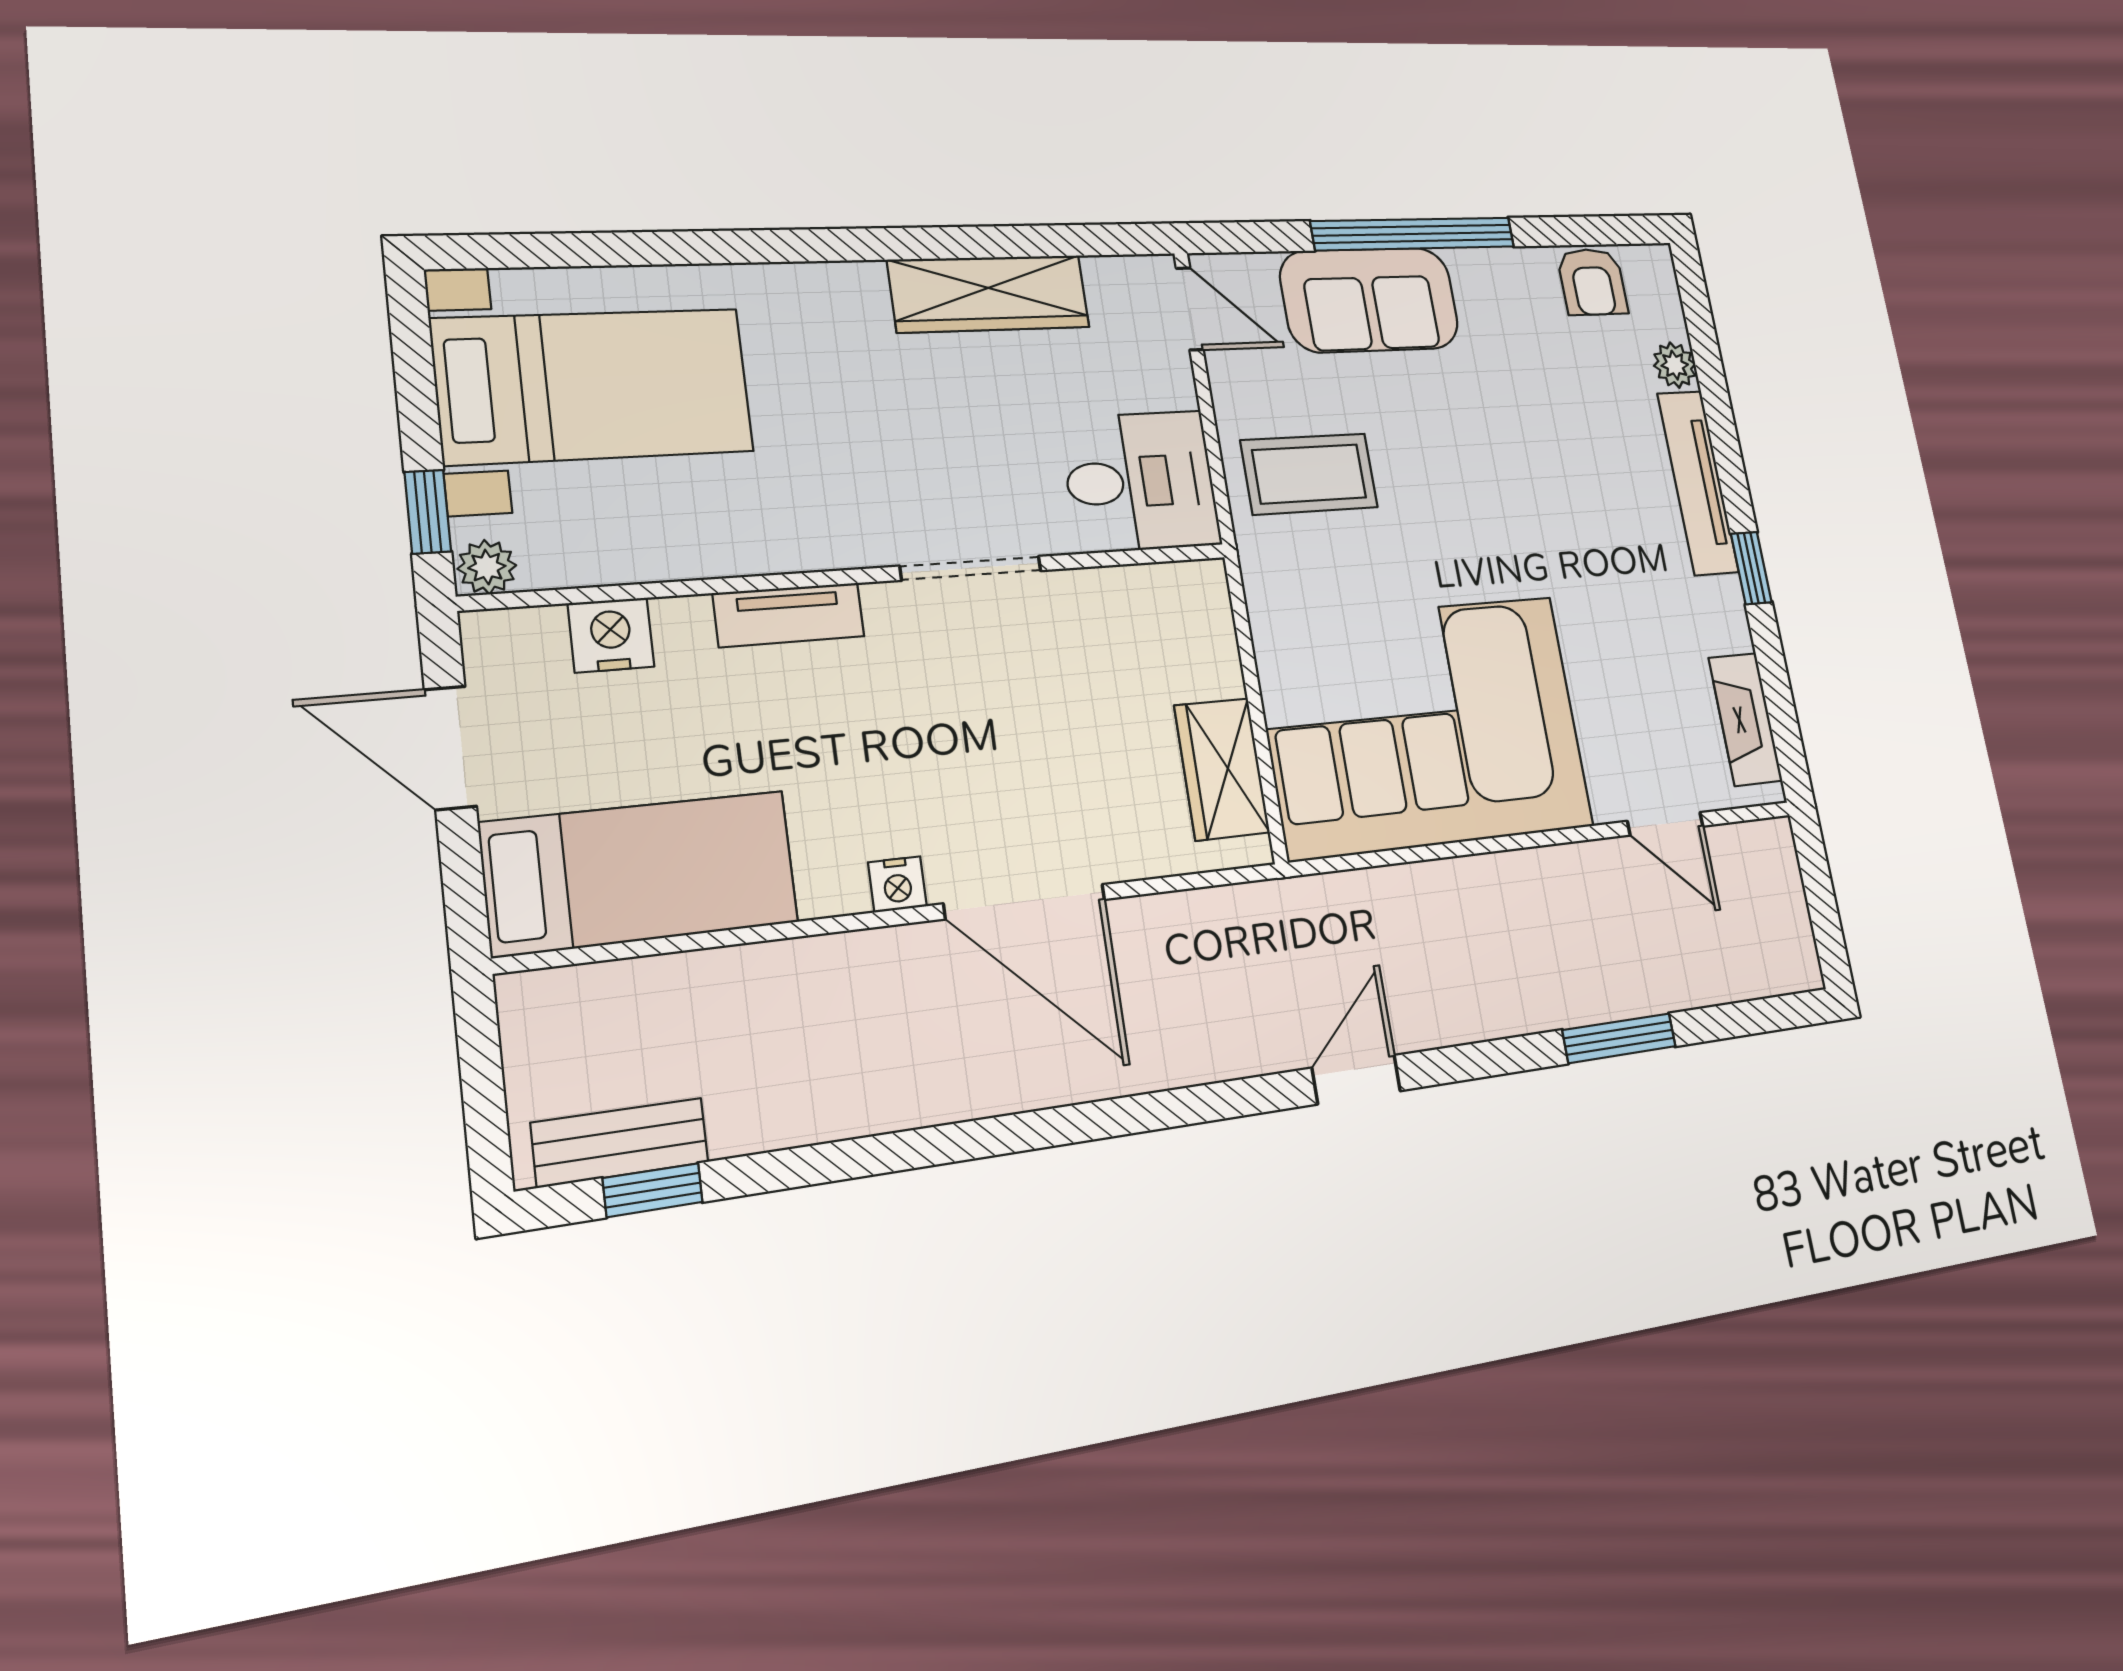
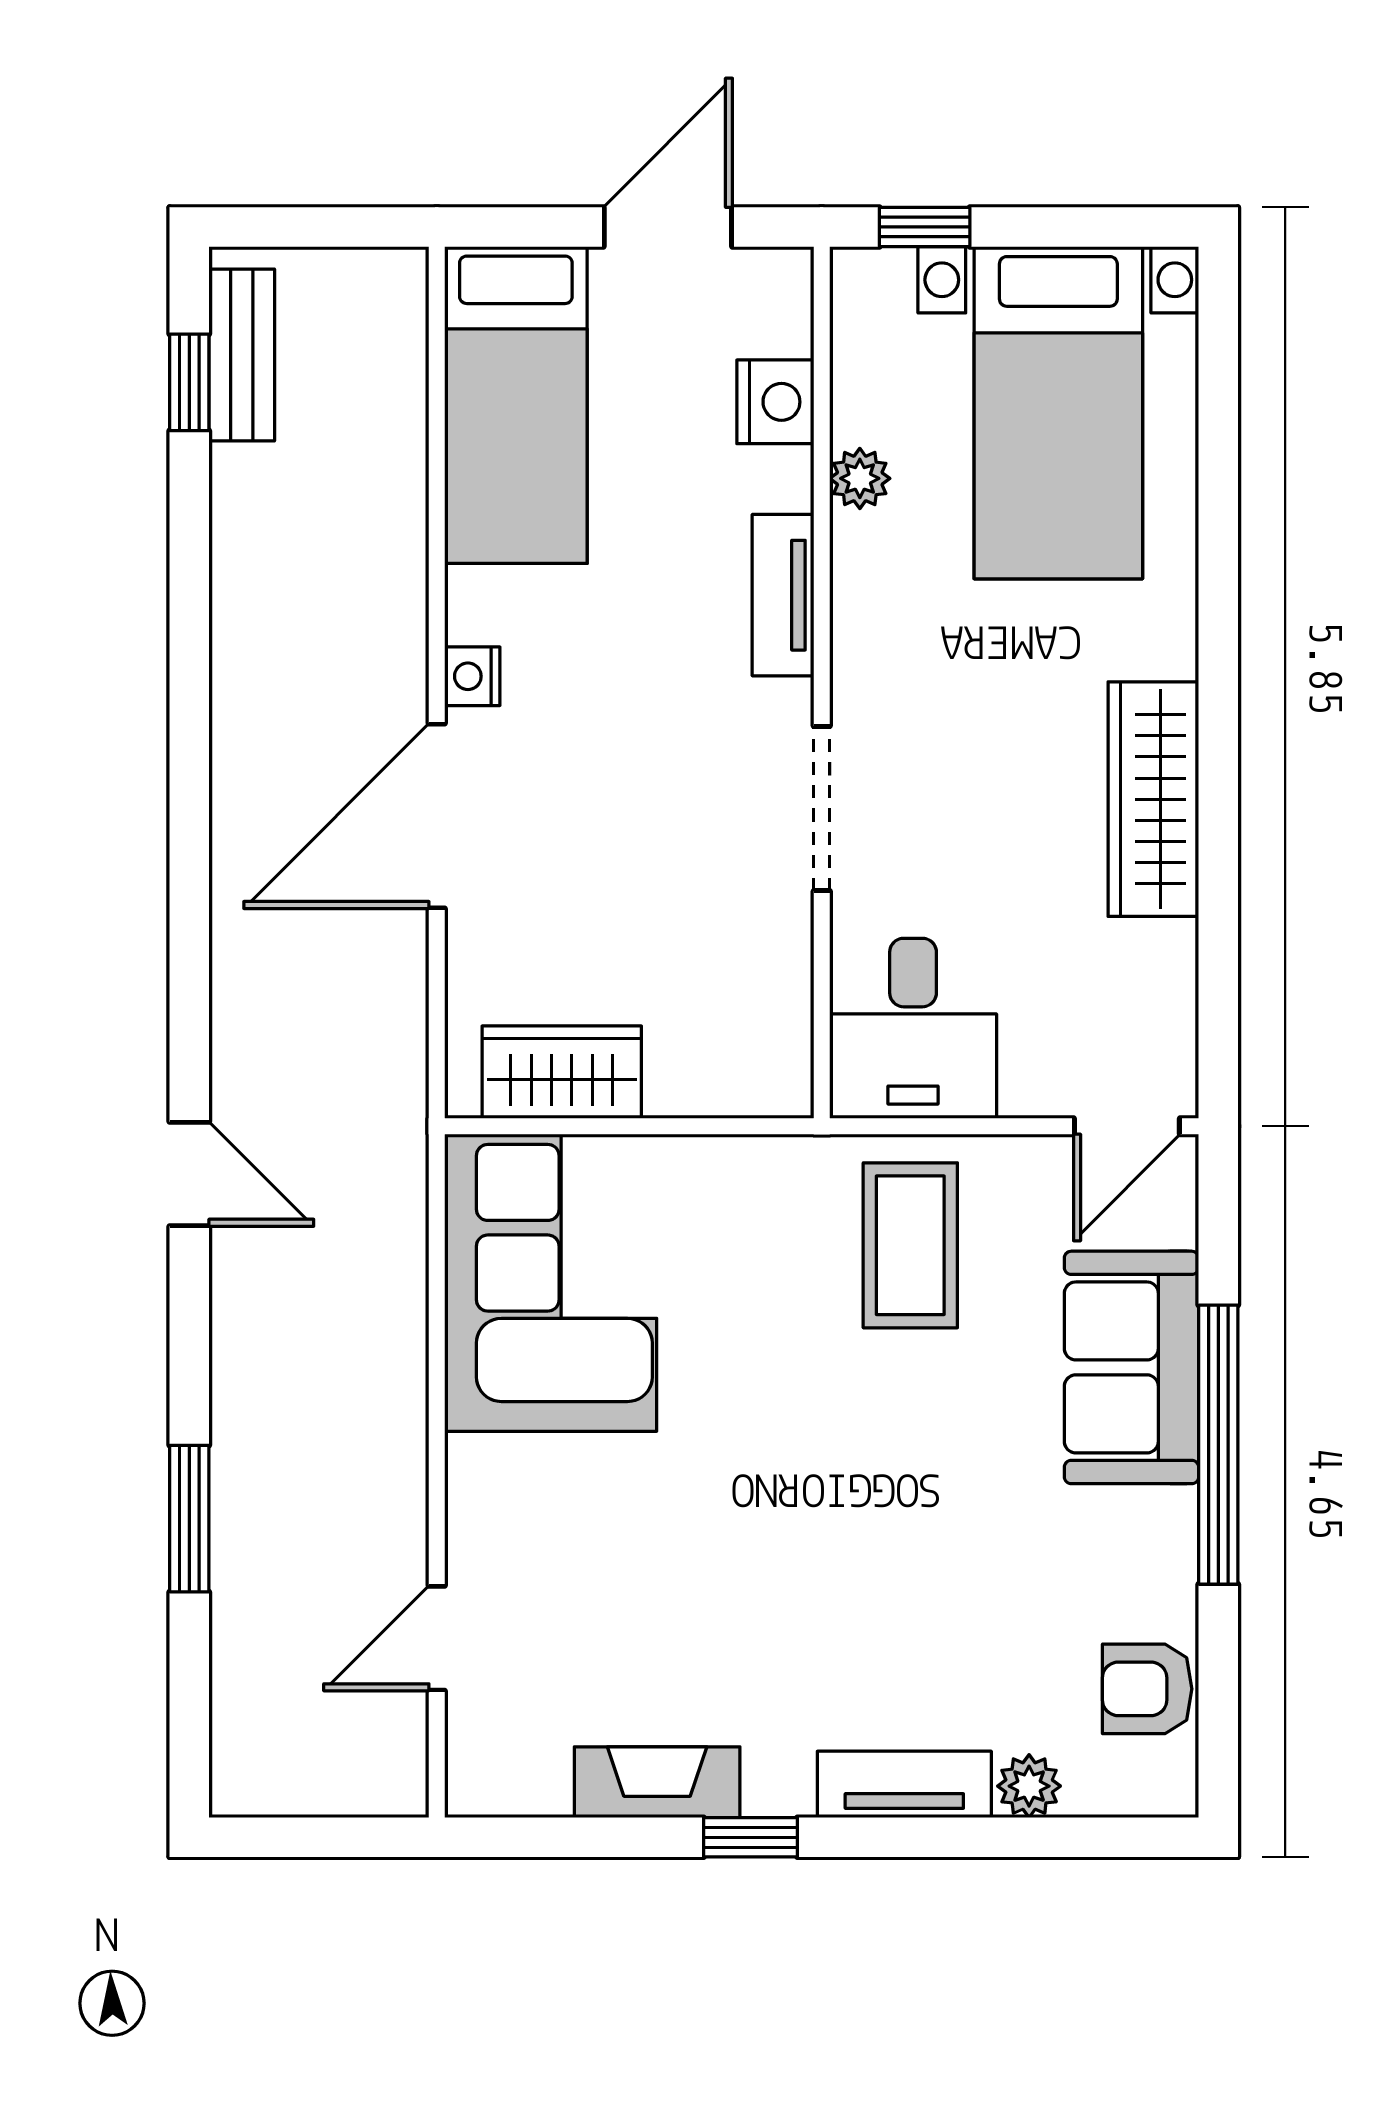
wardrobe: (989, 294) -> (1153, 799), moved
tv unit: (1698, 483) -> (904, 1784), width x0.71
plant: (487, 567) -> (860, 478), moved
fireplace: (1745, 719) -> (657, 1782), moved
corner sofa: (1423, 726) -> (551, 1283), width x0.73, depth x0.74

